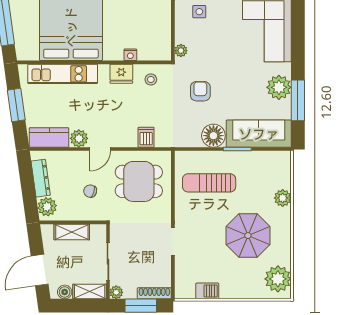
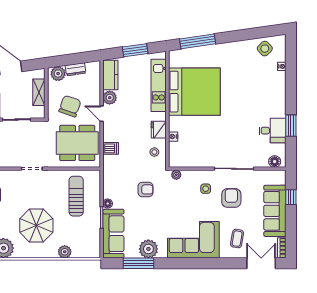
floor lamp: (213, 136) -> (108, 204), width x0.53, depth x0.53
dresser: (41, 178) -> (76, 69), width x0.70
dining table: (139, 181) -> (77, 143), width x1.38
chair: (90, 191) -> (70, 106), width x1.87, depth x1.87

